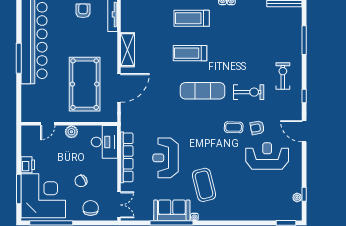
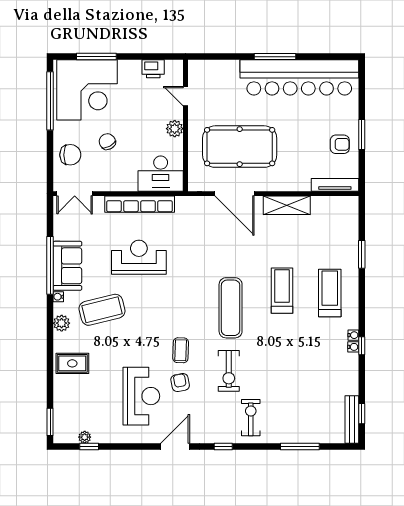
exercise bike: (283, 76) -> (251, 418), turned -90
printer: (28, 165) -> (153, 69), moved
rug: (243, 207) -> (72, 363), added
plant: (214, 214) -> (62, 323), added

